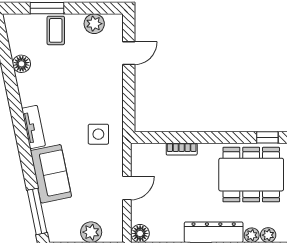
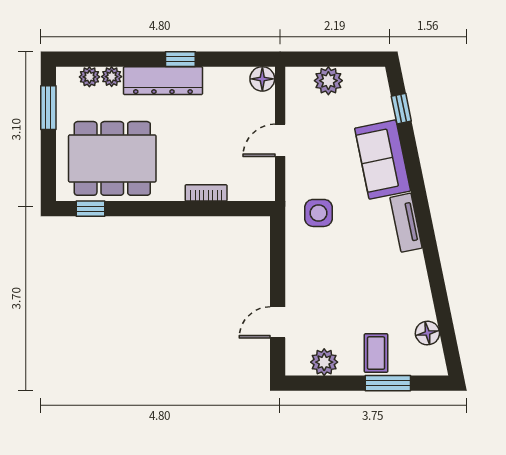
floor lamp: (21, 64) -> (427, 333), moved
window: (37, 211) -> (401, 109), width x0.46

